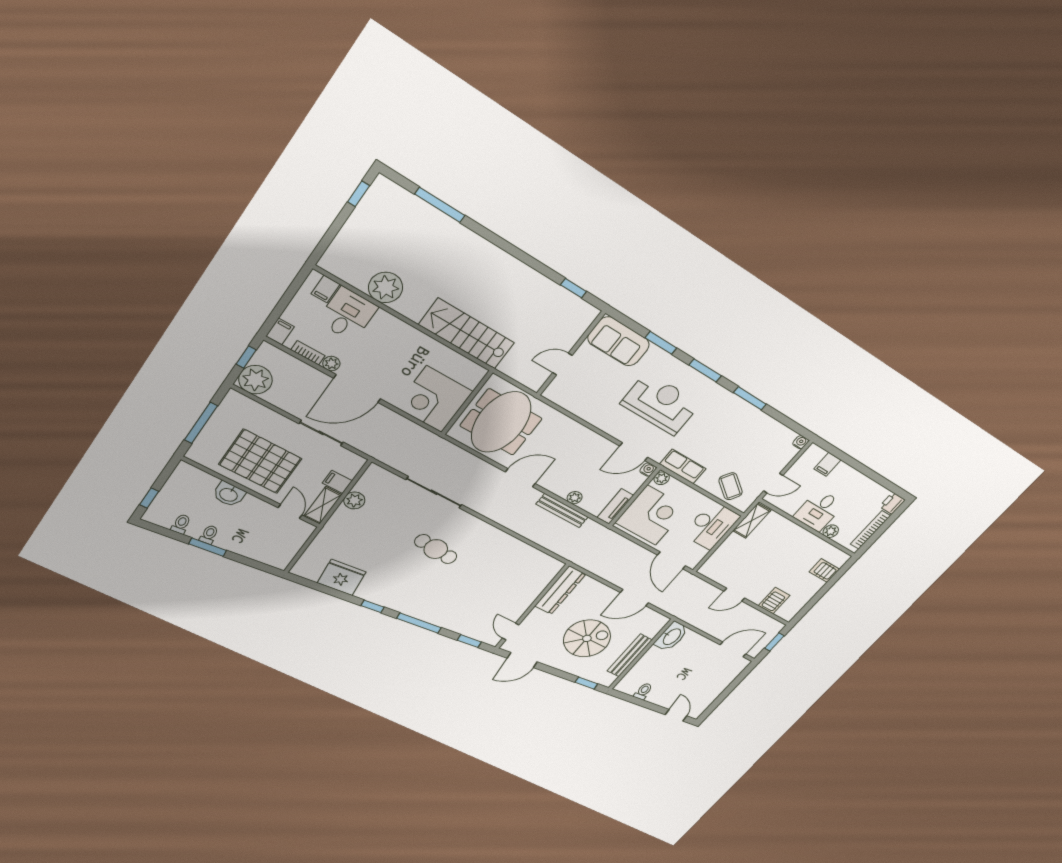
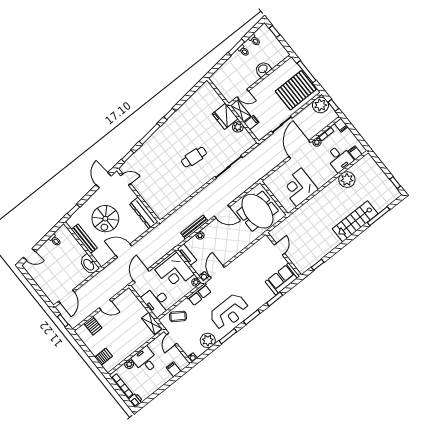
stairs: (467, 334) -> (355, 221), moved, turned 180
corner desk: (434, 399) -> (299, 187), moved, turned -90
reception desk: (661, 404) -> (229, 312), moved
plant: (764, 428) -> (208, 340), added
pallet: (260, 461) -> (296, 90), moved
door: (520, 478) -> (222, 212), hinge flipped
door: (672, 560) -> (141, 276), hinge flipped
fridge: (342, 577) -> (225, 116), moved, turned 96
door: (734, 595) -> (105, 305), swing flipped
door: (634, 598) -> (124, 251), hinge flipped

